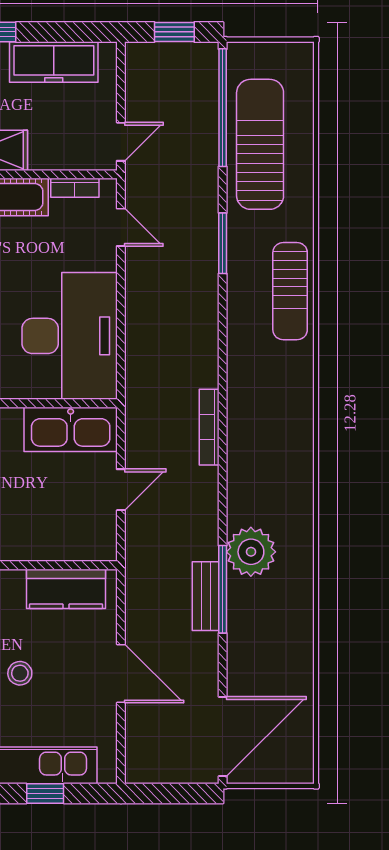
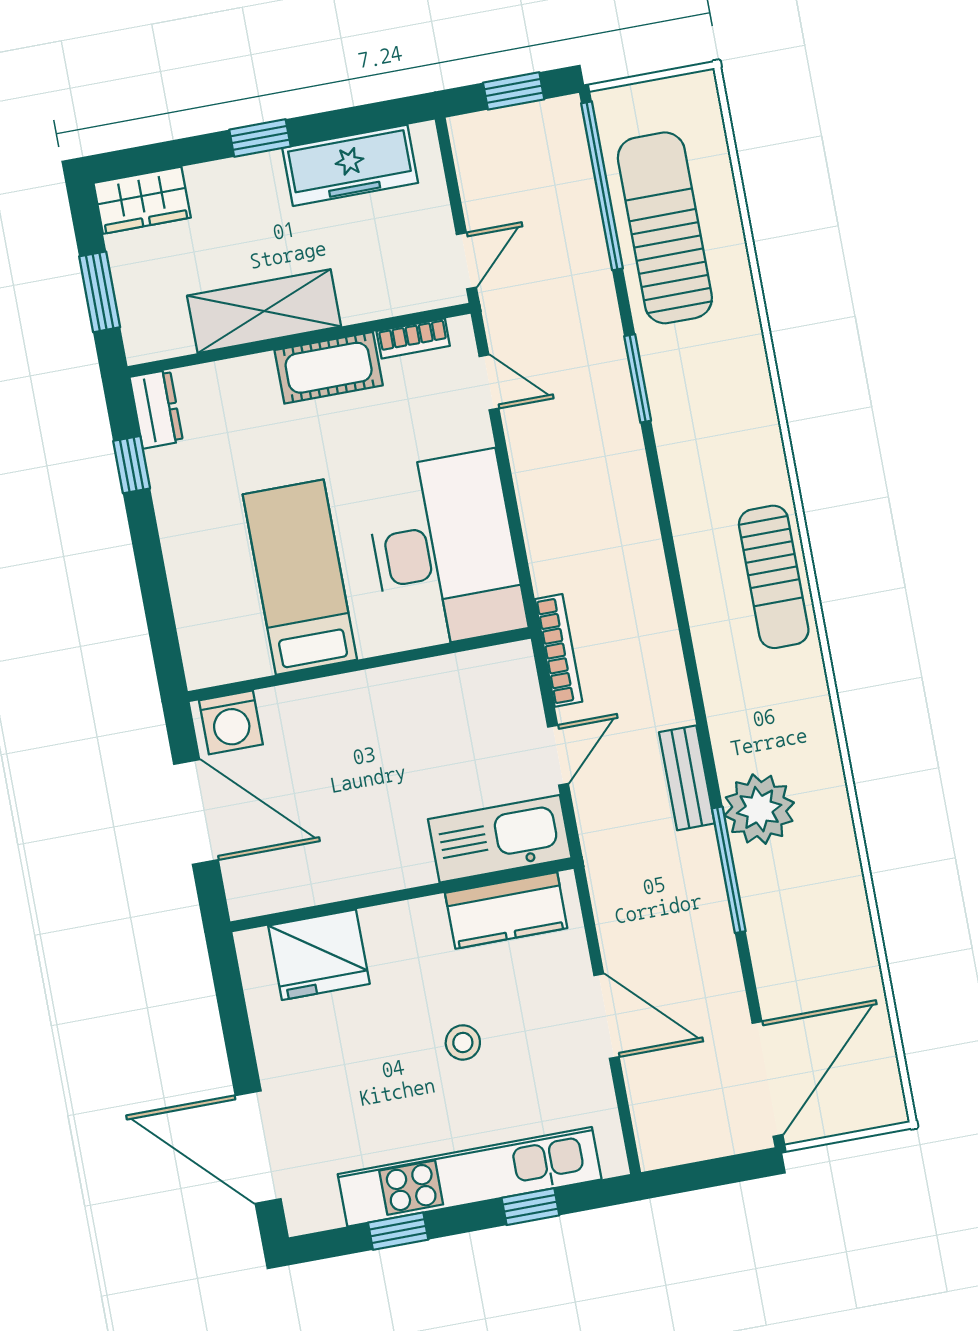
sun lounger: (290, 291) -> (774, 577), moved
bookcase: (209, 427) -> (559, 650), moved, turned 180
kitchen sink: (71, 429) -> (500, 839), moved, turned 180
bench: (206, 596) -> (687, 778), moved

